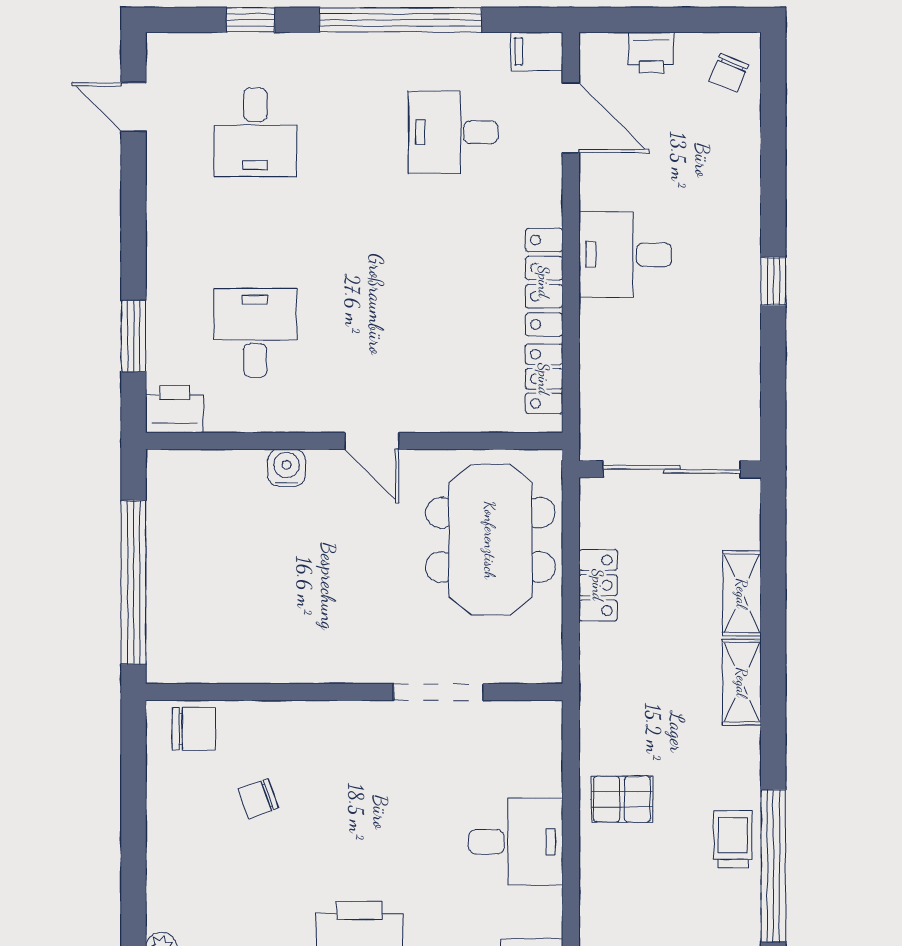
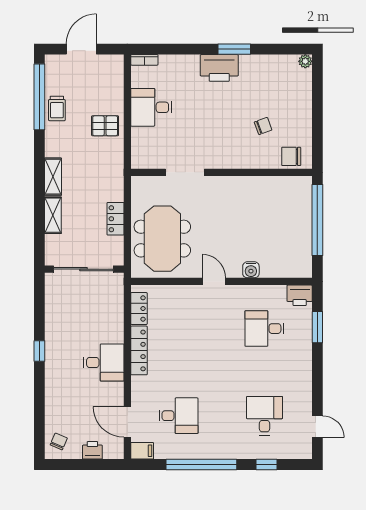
desk: (255, 333) -> (264, 329), turned 90

